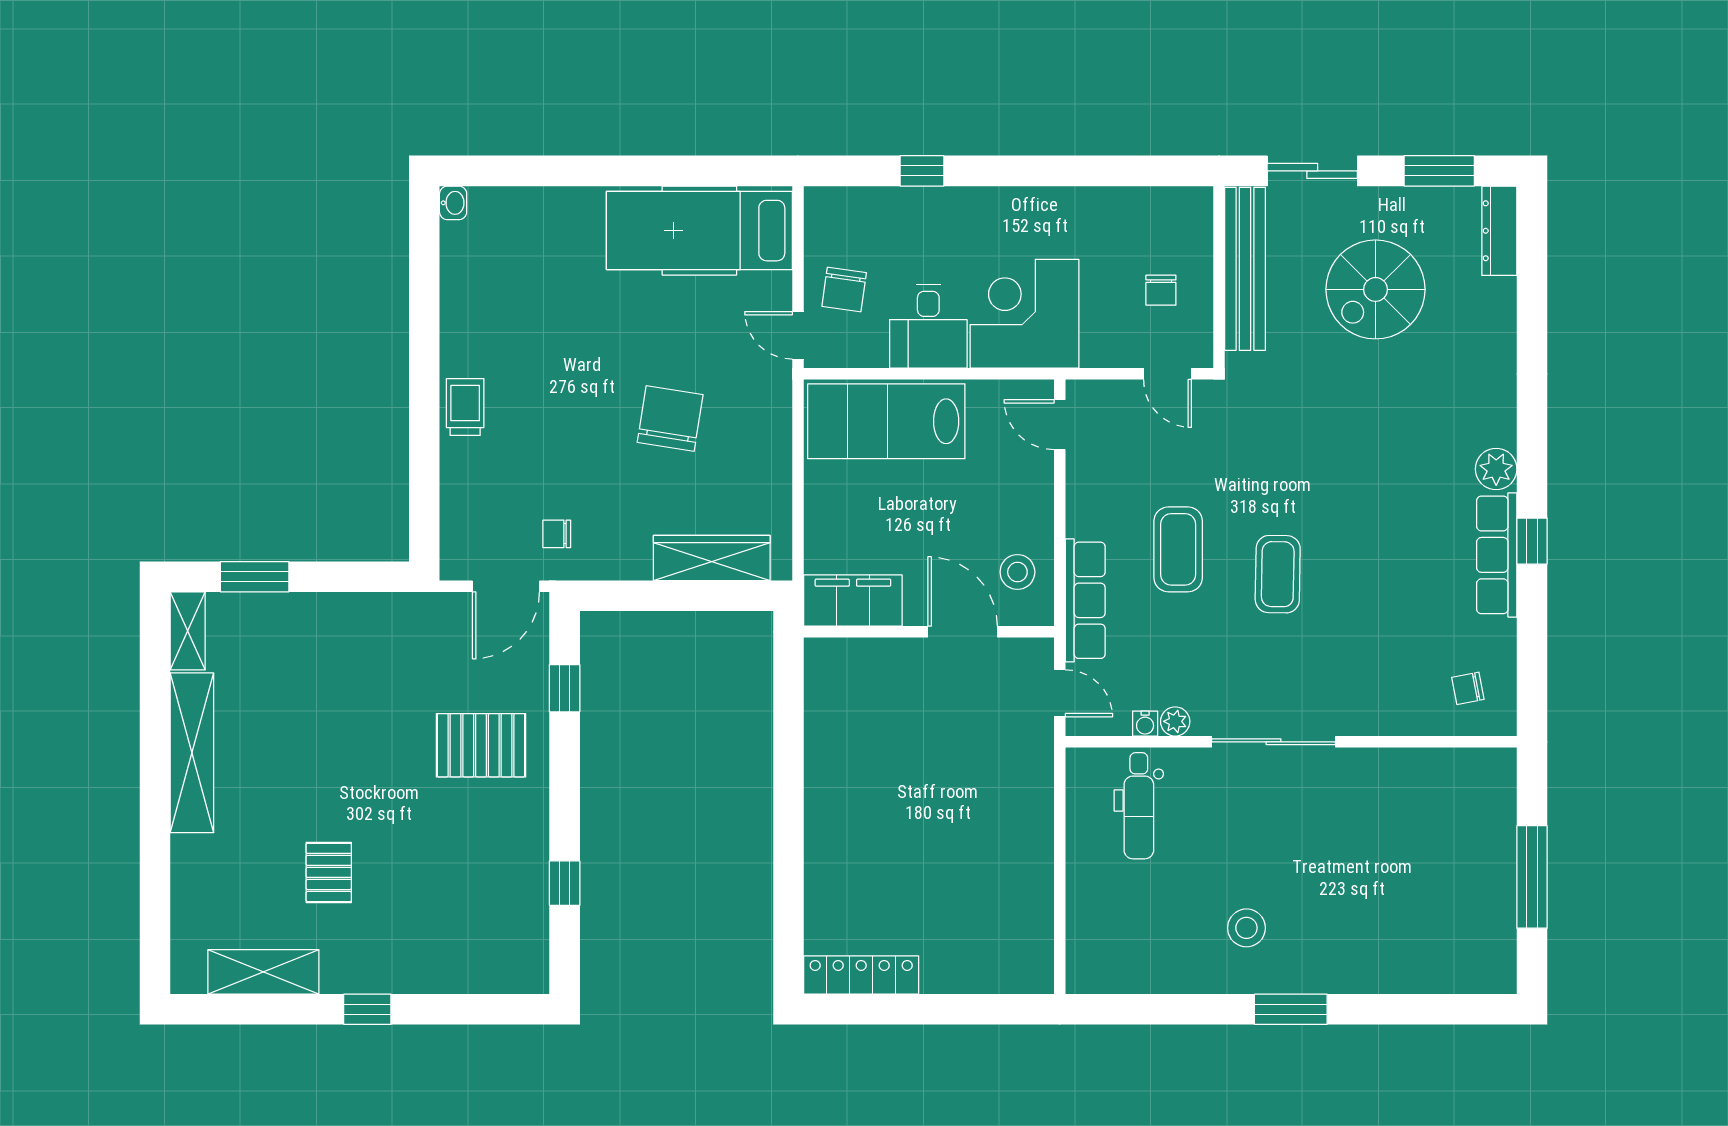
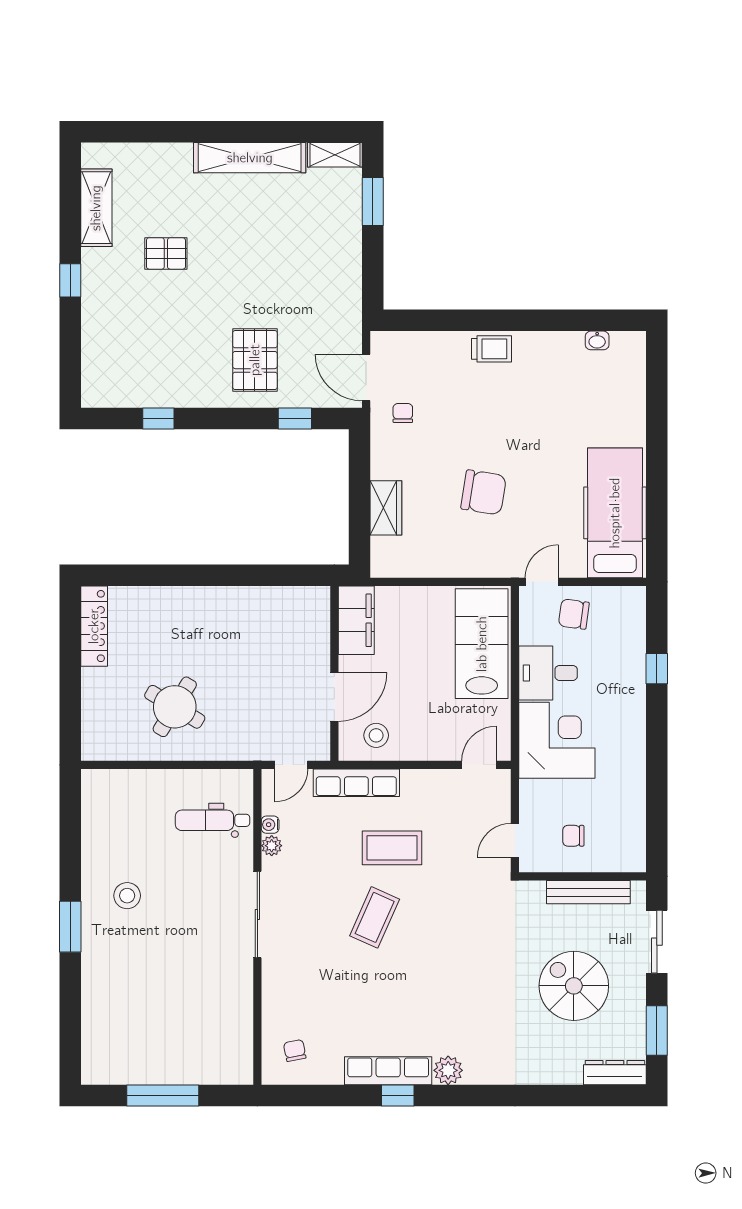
washbasin: (453, 203) -> (597, 340), moved
bench: (1245, 269) -> (588, 892), width x0.73, depth x0.82
wardrobe: (712, 558) -> (386, 508), width x0.67
coffee table: (1278, 574) -> (375, 917), turned -67
round table: (977, 860) -> (175, 707), added

